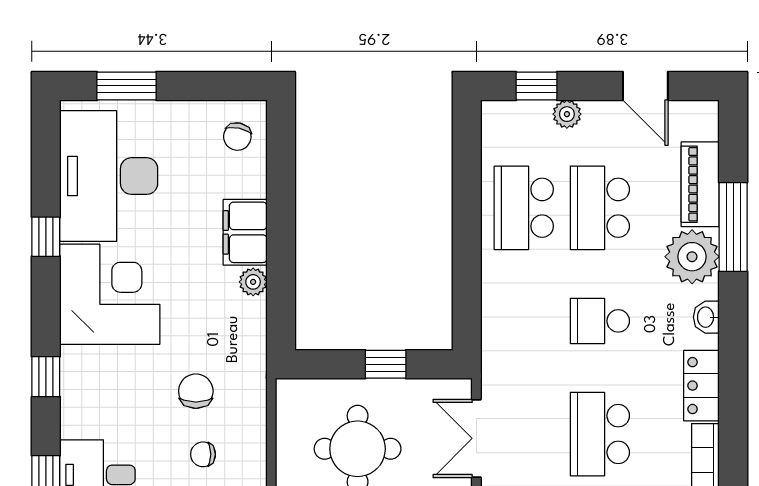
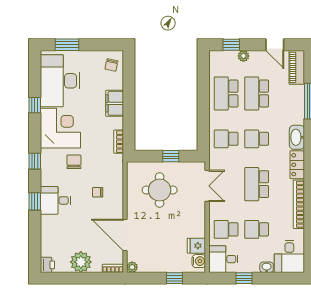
piano: (700, 184) -> (297, 67), moved
plant: (692, 257) -> (294, 113), removed
plant: (253, 282) -> (118, 123), removed
washbasin: (706, 317) -> (297, 137), width x1.91, depth x1.45
school desk: (524, 321) -> (226, 139), added
bookcase: (255, 328) -> (119, 142), added
chair: (196, 391) -> (74, 162), moved
double door: (476, 438) -> (207, 186), swing flipped

